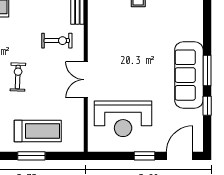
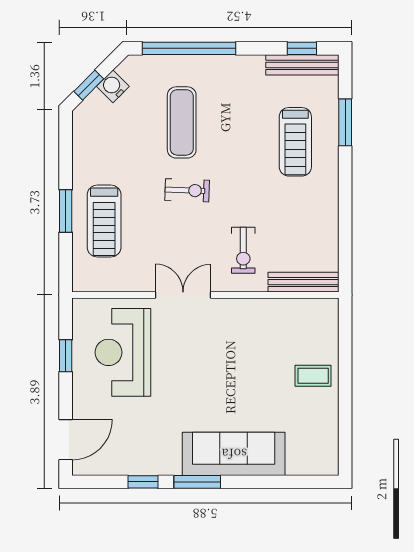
sofa: (189, 75) -> (234, 454), moved
window: (145, 156) -> (66, 356), moved
door: (180, 156) -> (66, 440), hinge flipped

